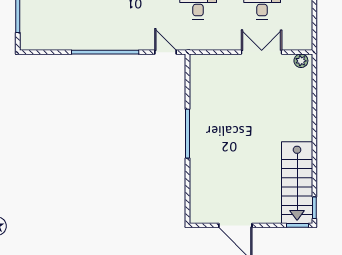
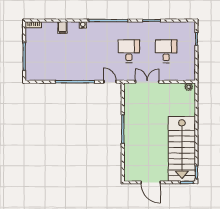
double door: (262, 52) -> (147, 82), moved
stairs: (297, 183) -> (182, 149), width x1.36, depth x1.51

